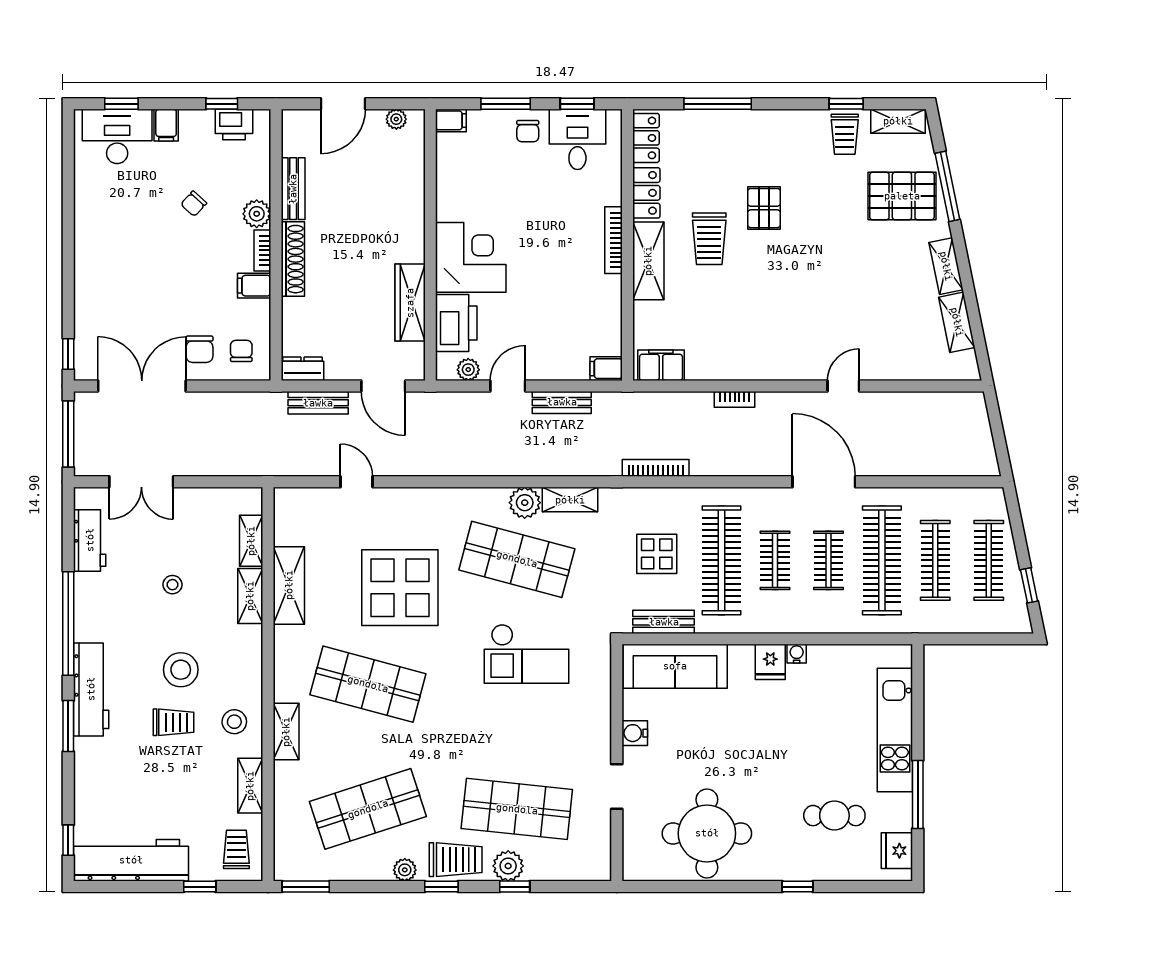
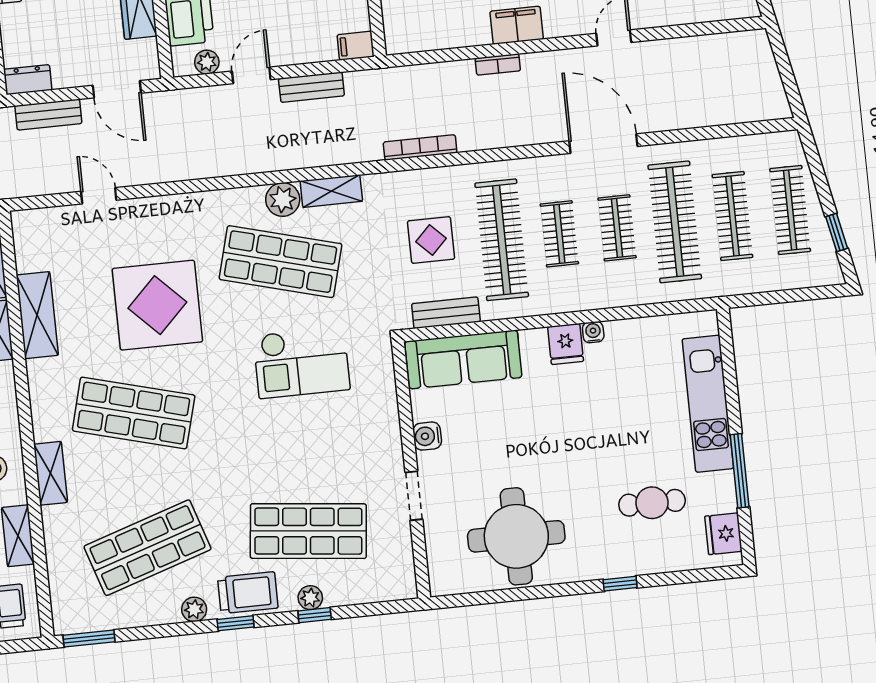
filing cabinet: (661, 365) -> (517, 25), moved
plant: (508, 866) -> (310, 598), width x0.73, depth x0.73

